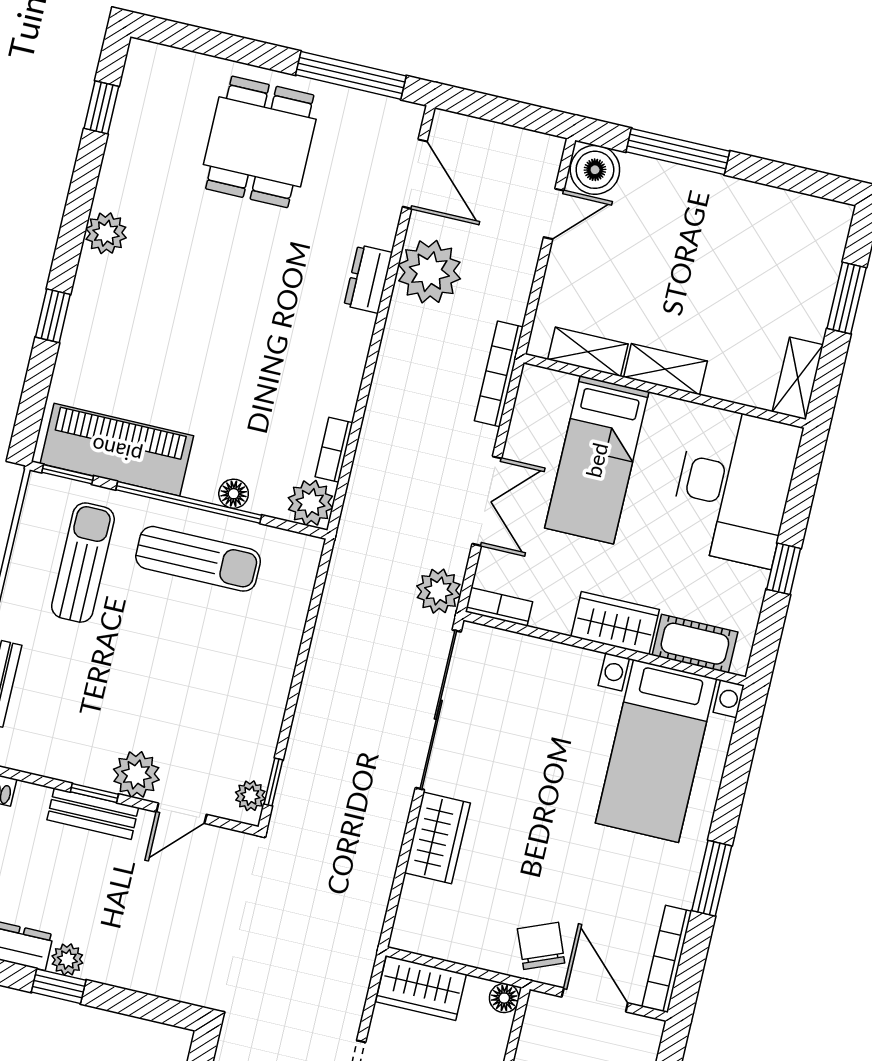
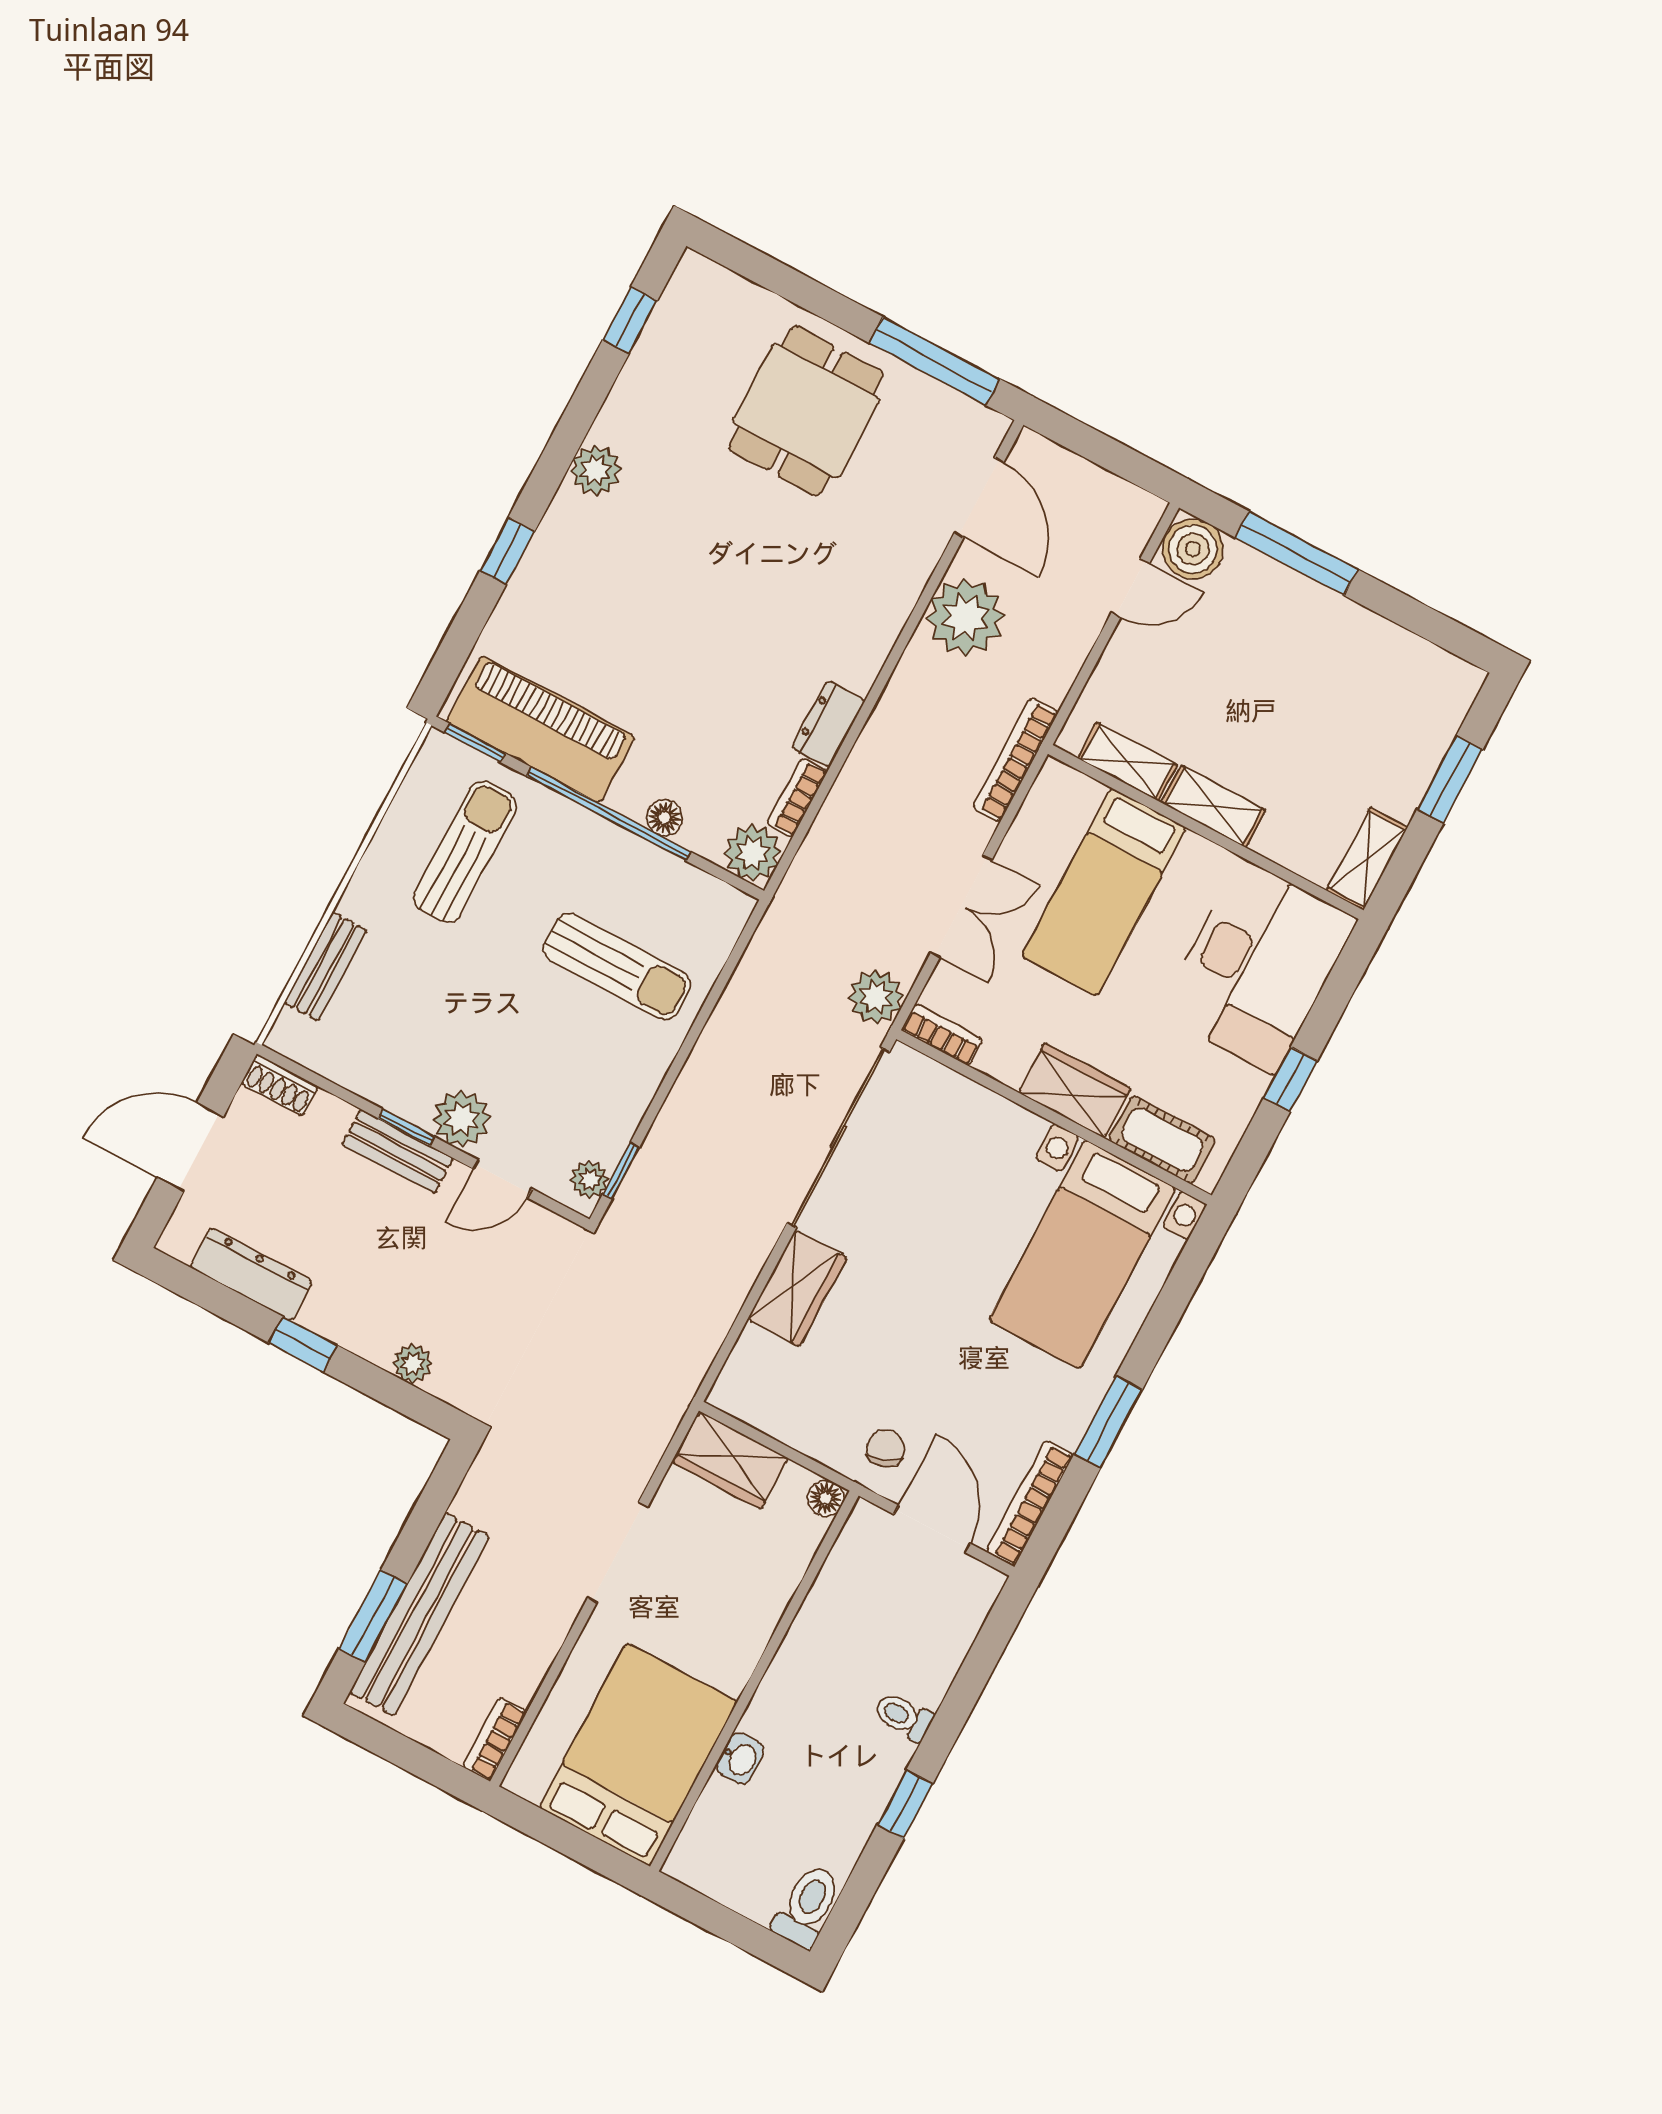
dresser: (368, 279) -> (829, 724), moved
sun lounger: (198, 559) -> (617, 966), moved
chair: (541, 946) -> (886, 1448), width x0.73, depth x0.73
plant: (67, 959) -> (413, 1364), moved

